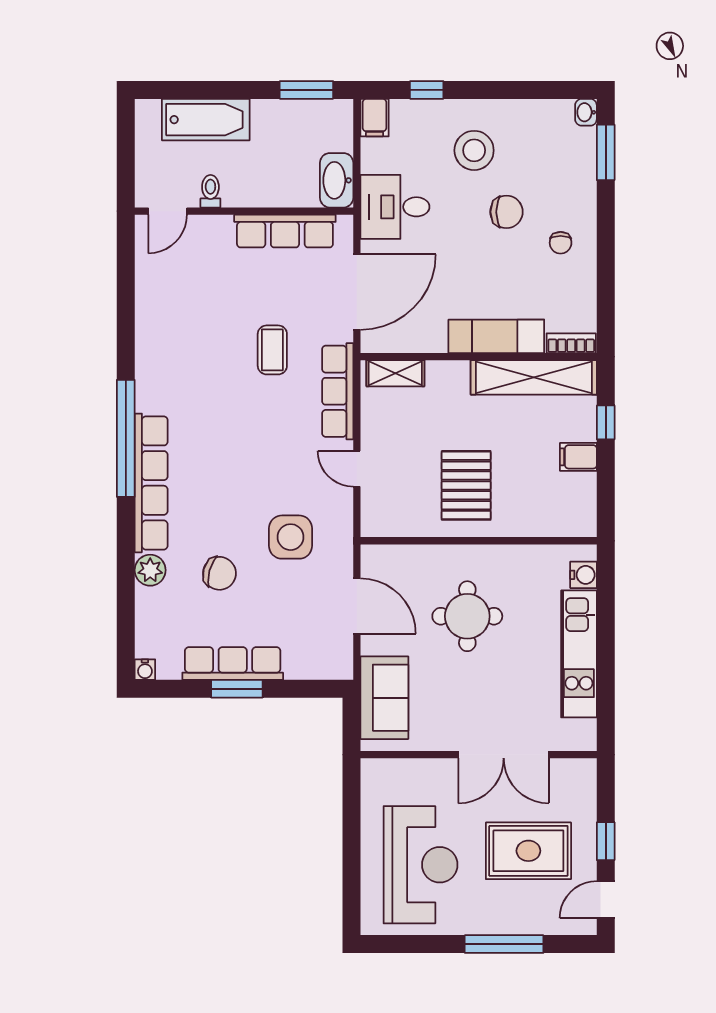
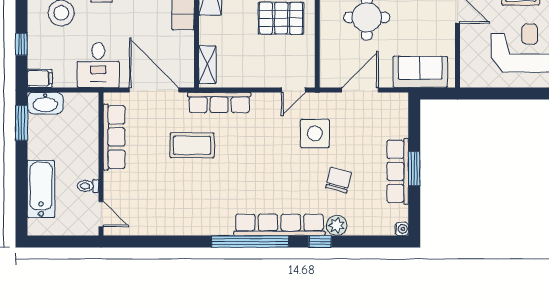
washbasin: (337, 180) -> (45, 103), moved
coffee table: (272, 350) -> (192, 145), width x1.36, depth x1.30
door: (357, 469) -> (293, 90), moved
window: (126, 545) -> (320, 241), added

